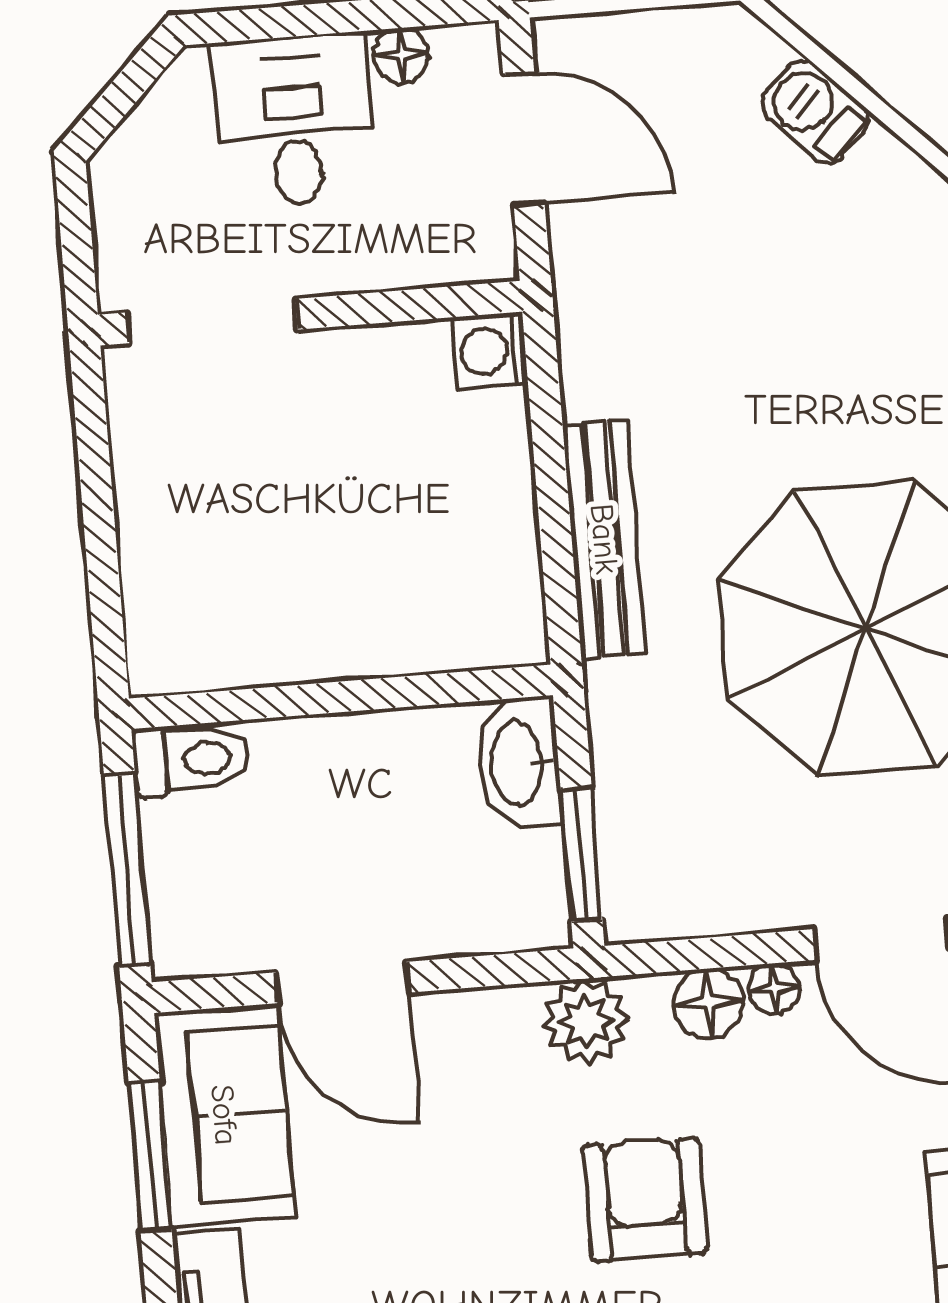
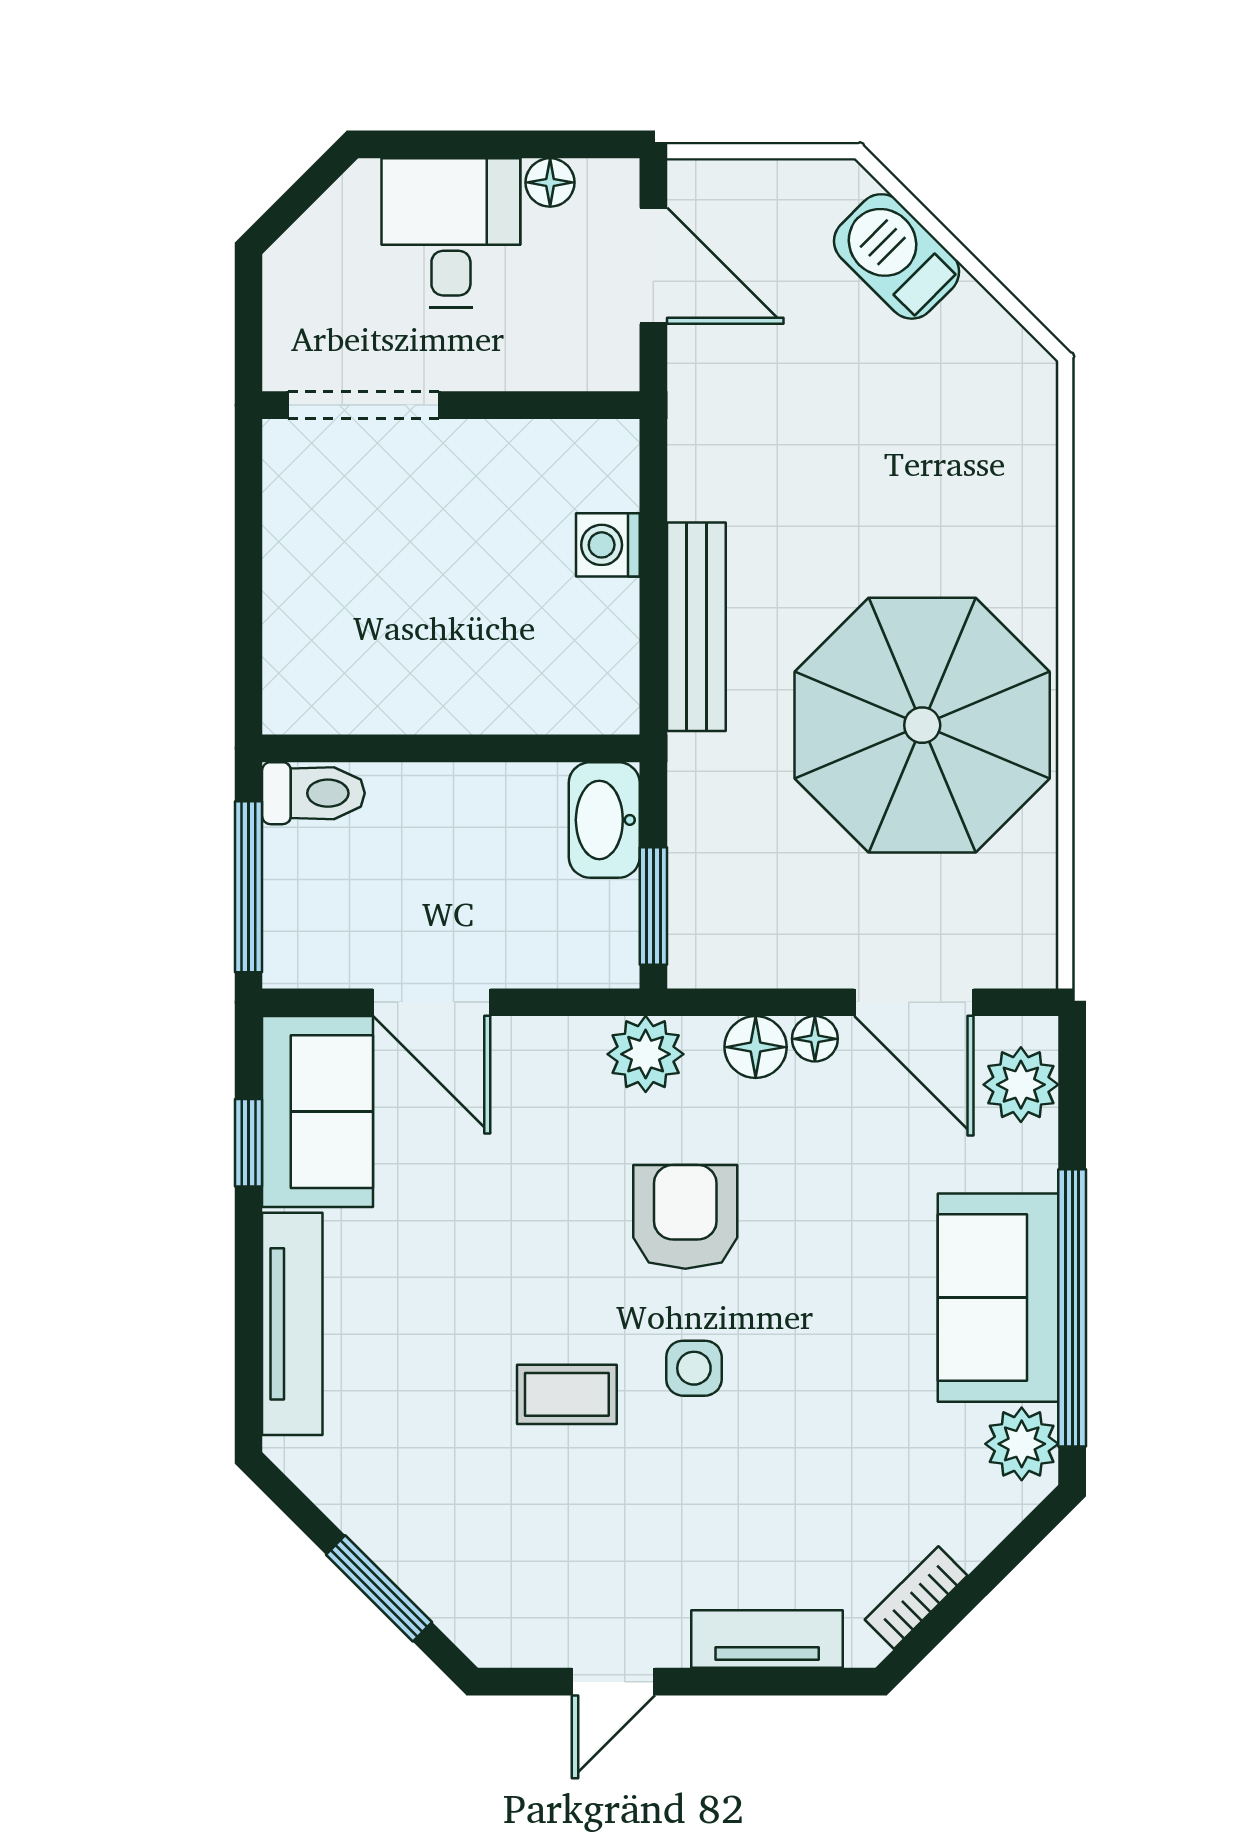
barbecue: (816, 112) -> (897, 256), width x1.38, depth x1.27
washing machine: (490, 352) -> (608, 545), moved
window: (150, 1156) -> (248, 1143), width x0.67

